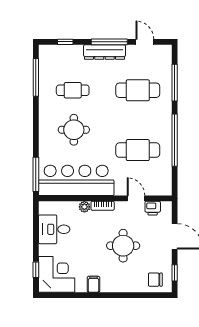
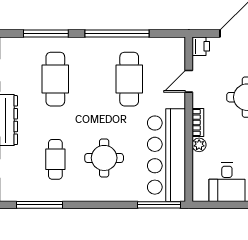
printer: (153, 208) -> (201, 46), moved

